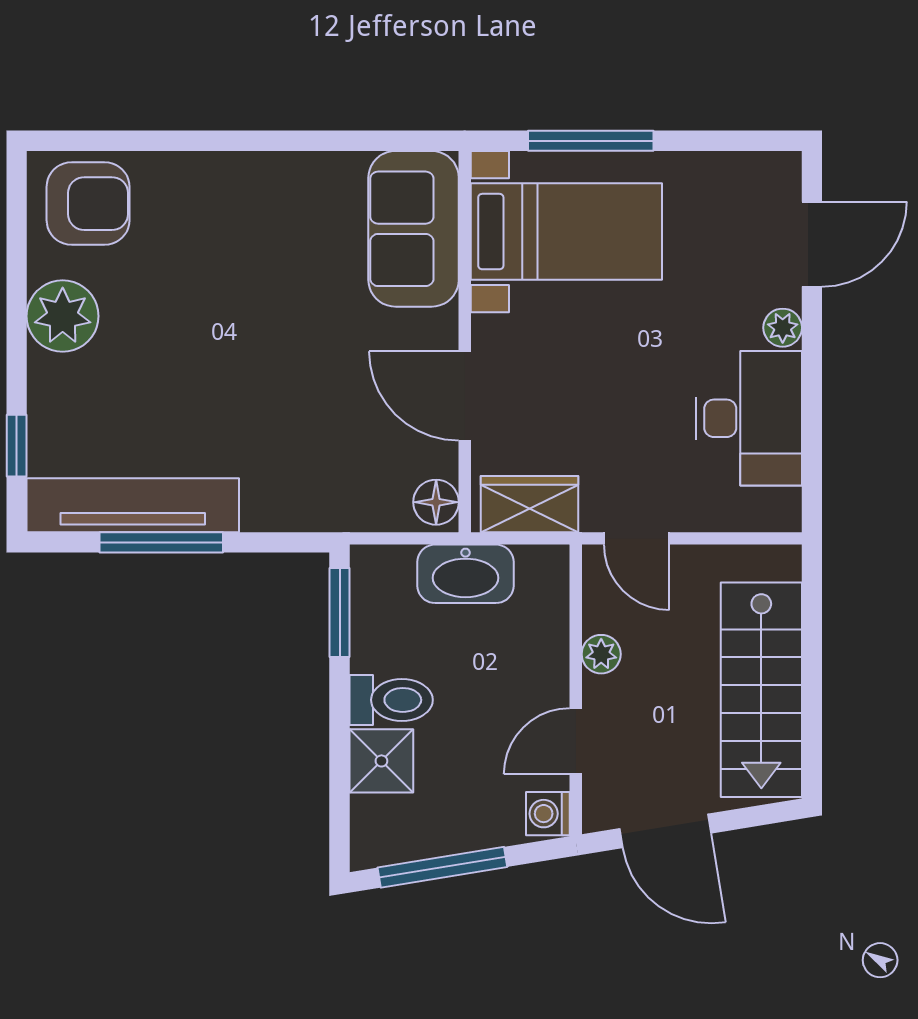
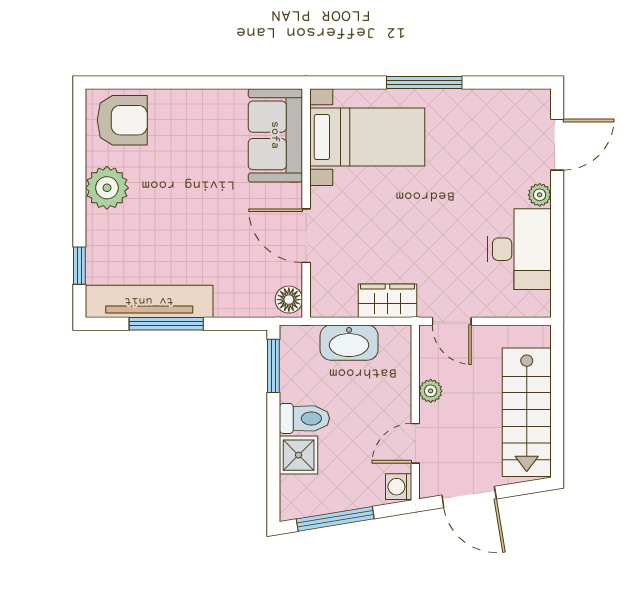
sofa: (414, 229) -> (275, 135), moved
bed with nightstands: (566, 232) -> (367, 137), moved
wall: (465, 342) -> (306, 203), moved
door: (465, 396) -> (306, 236), moved
floor lamp: (436, 502) -> (289, 300), moved

